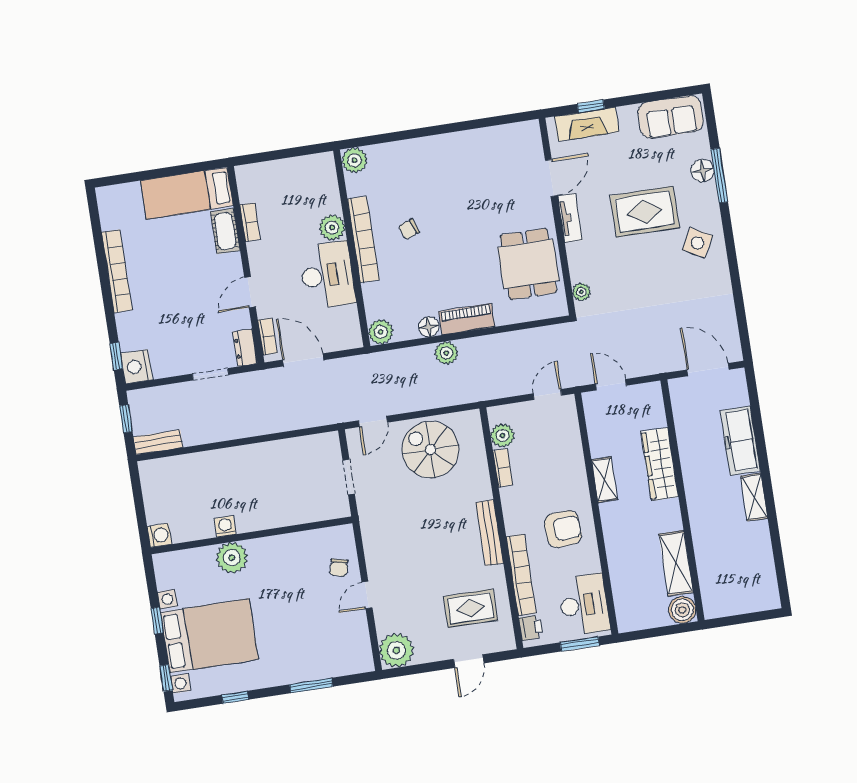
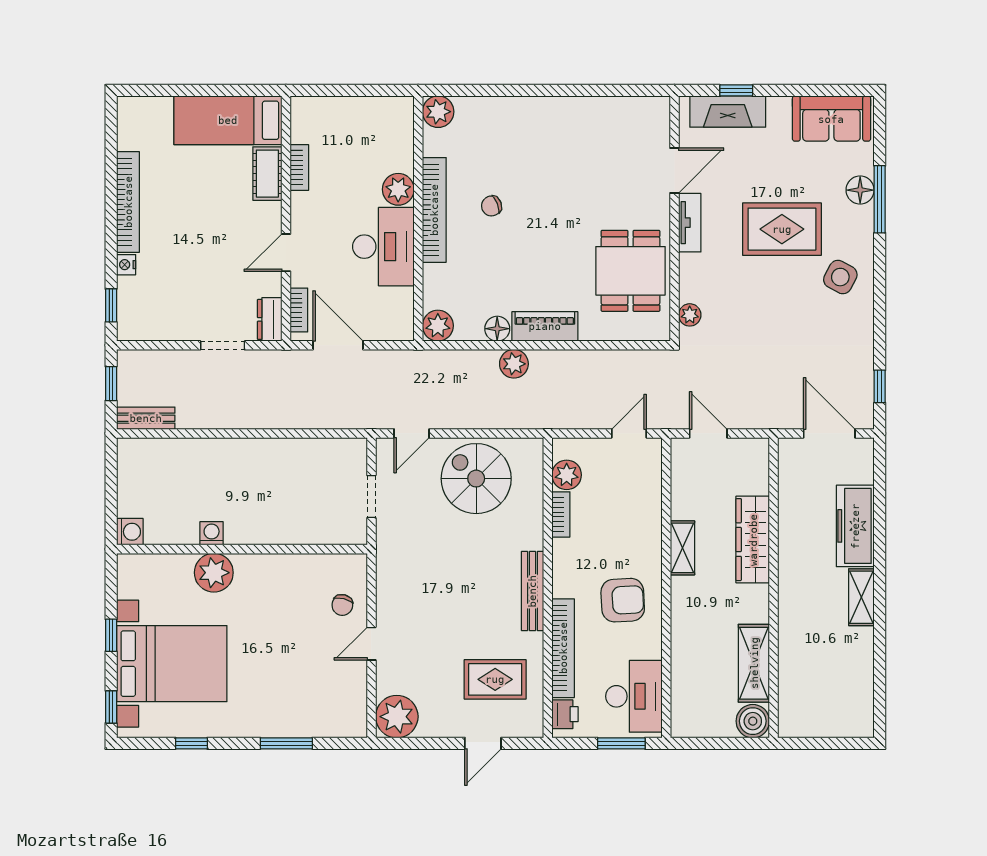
window: (743, 326) -> (880, 386), added
nightstand: (136, 367) -> (126, 265), moved, width x0.53, depth x0.56

